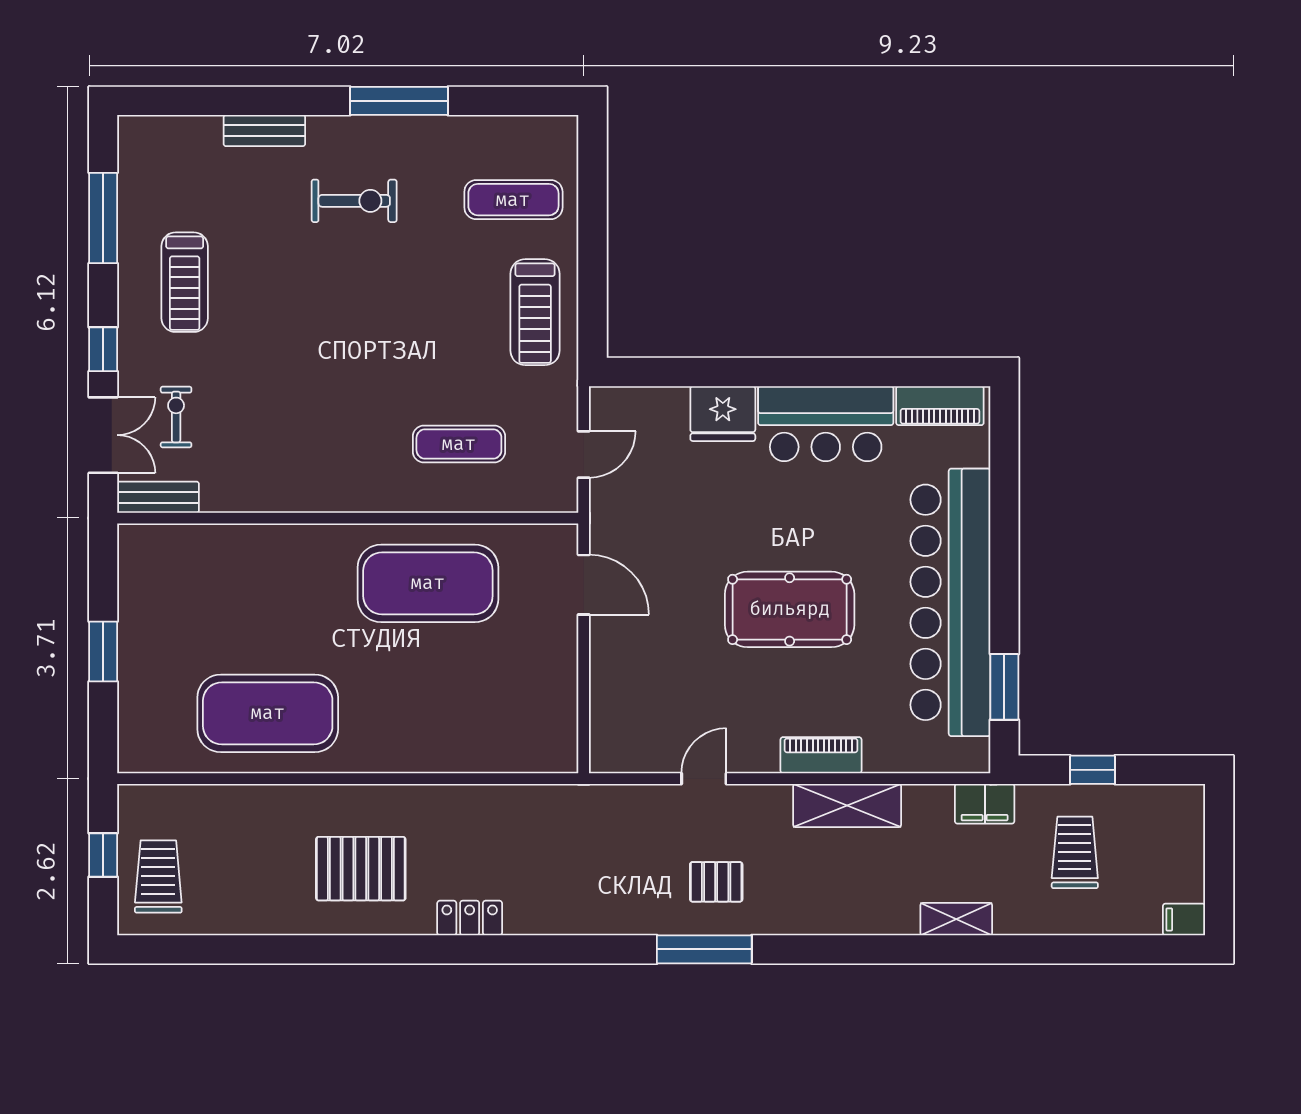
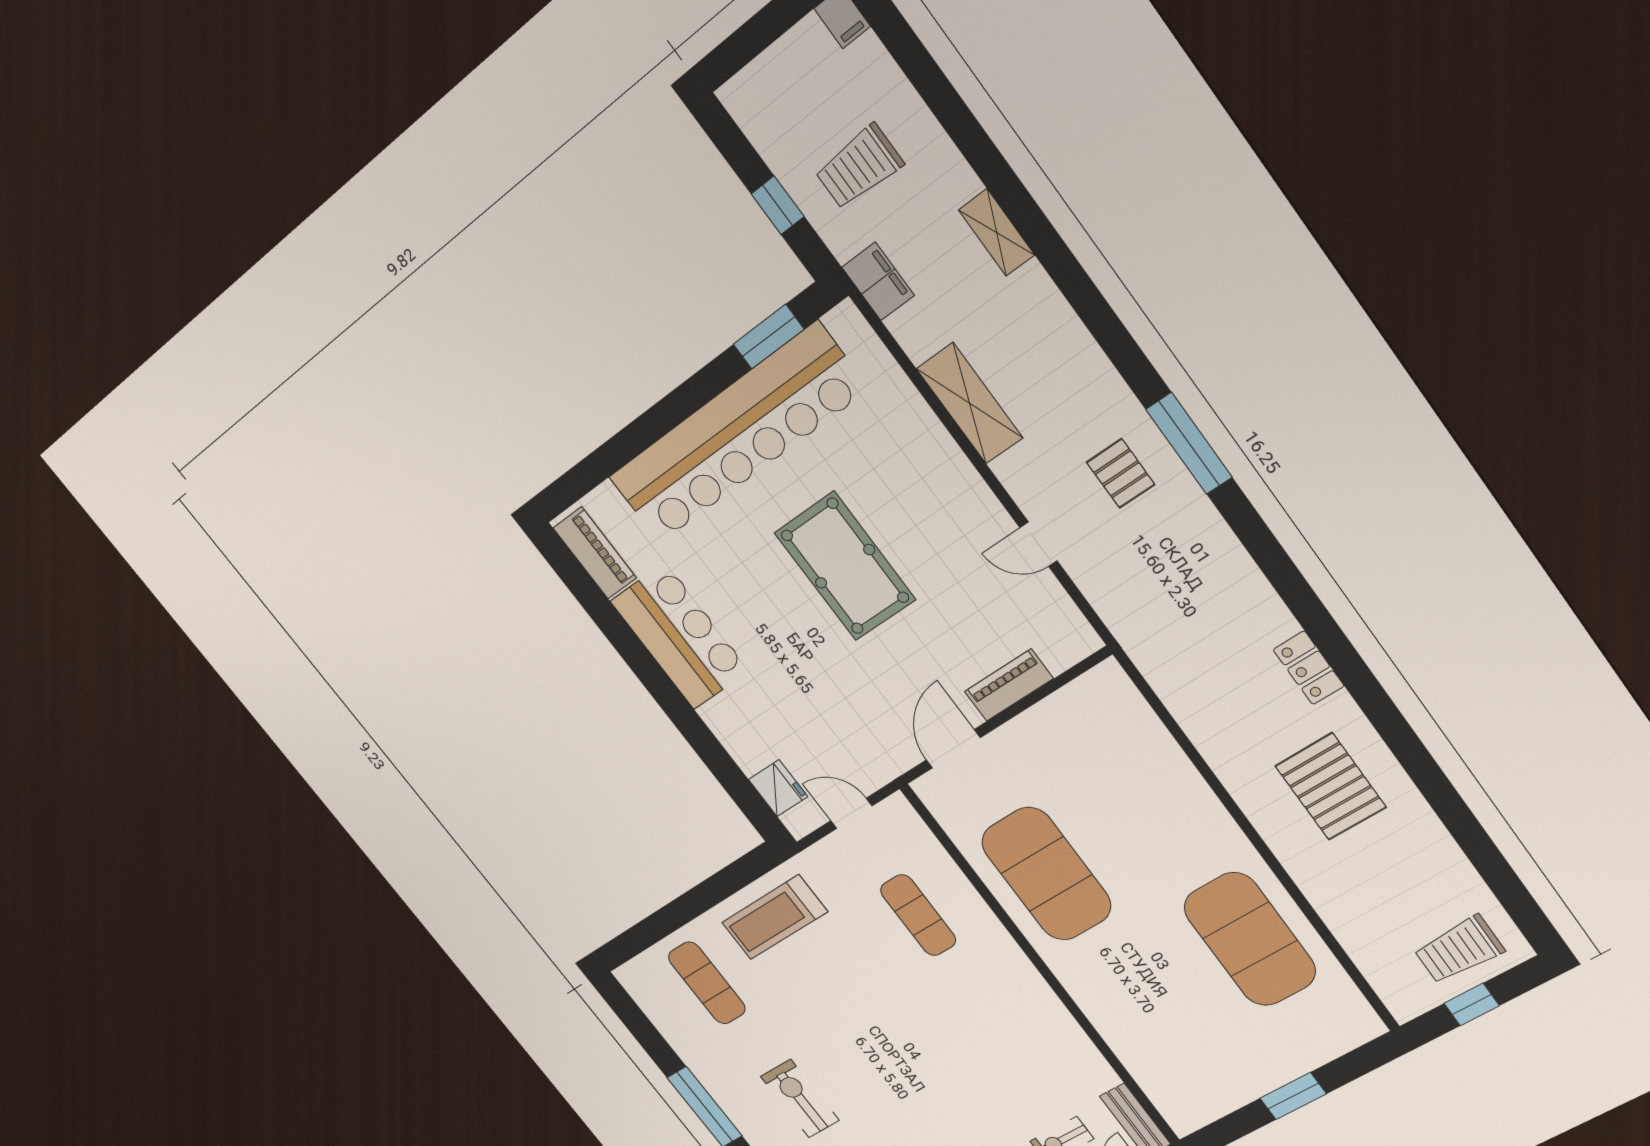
treadmill: (535, 312) -> (775, 917), turned 180
fridge: (723, 414) -> (778, 788), moved, width x0.73, depth x0.75
piano: (821, 755) -> (1009, 685), moved, turned 90

